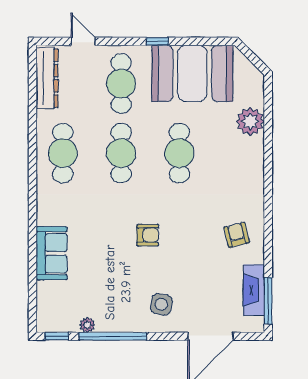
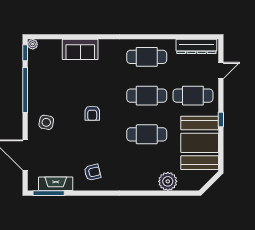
plant: (87, 325) -> (33, 44), moved

